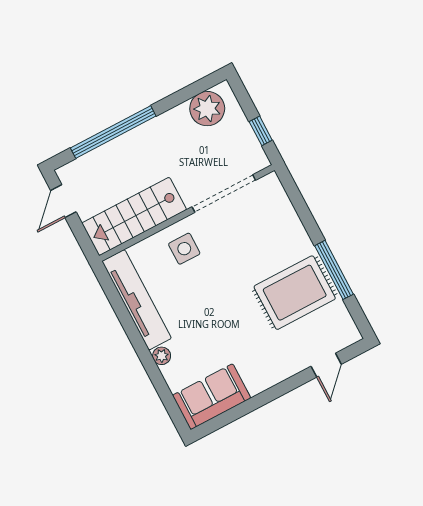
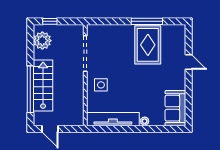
window: (261, 131) -> (50, 21), moved
stairs: (134, 216) -> (43, 85), moved, turned 180
door: (326, 365) -> (189, 62), moved

